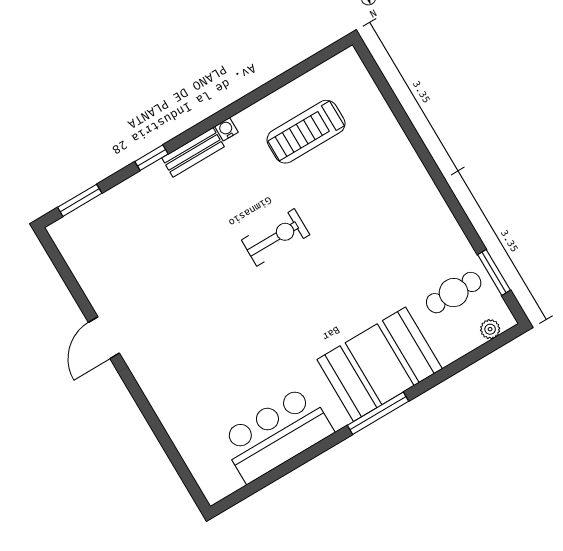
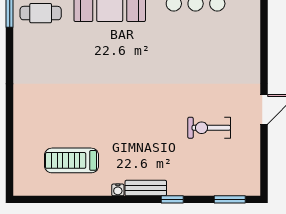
treadmill: (306, 132) -> (72, 160), turned 180
exercise bike: (276, 237) -> (209, 128), moved

